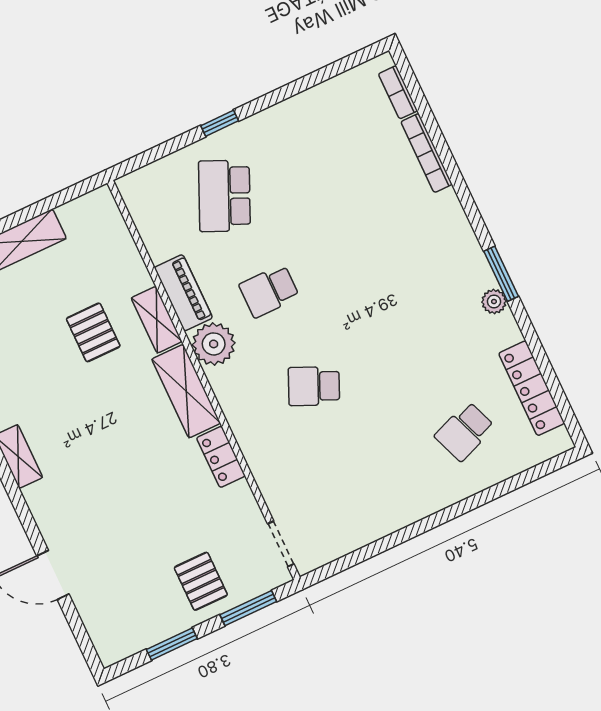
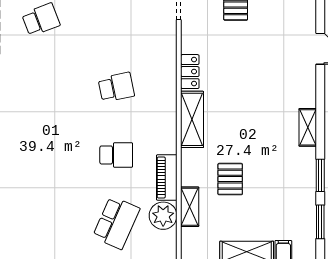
shelving: (157, 320) -> (190, 207), moved
plant: (214, 344) -> (163, 216), moved
school desk: (314, 386) -> (116, 87), turned -36

